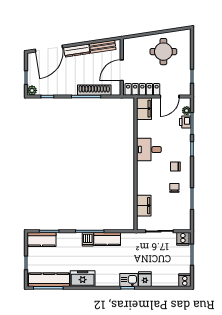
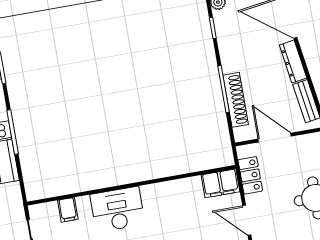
locker: (142, 89) -> (250, 175), width x0.66
desk: (149, 150) -> (117, 209), moved, width x1.37
filing cabinet: (144, 206) -> (68, 210), width x0.50

